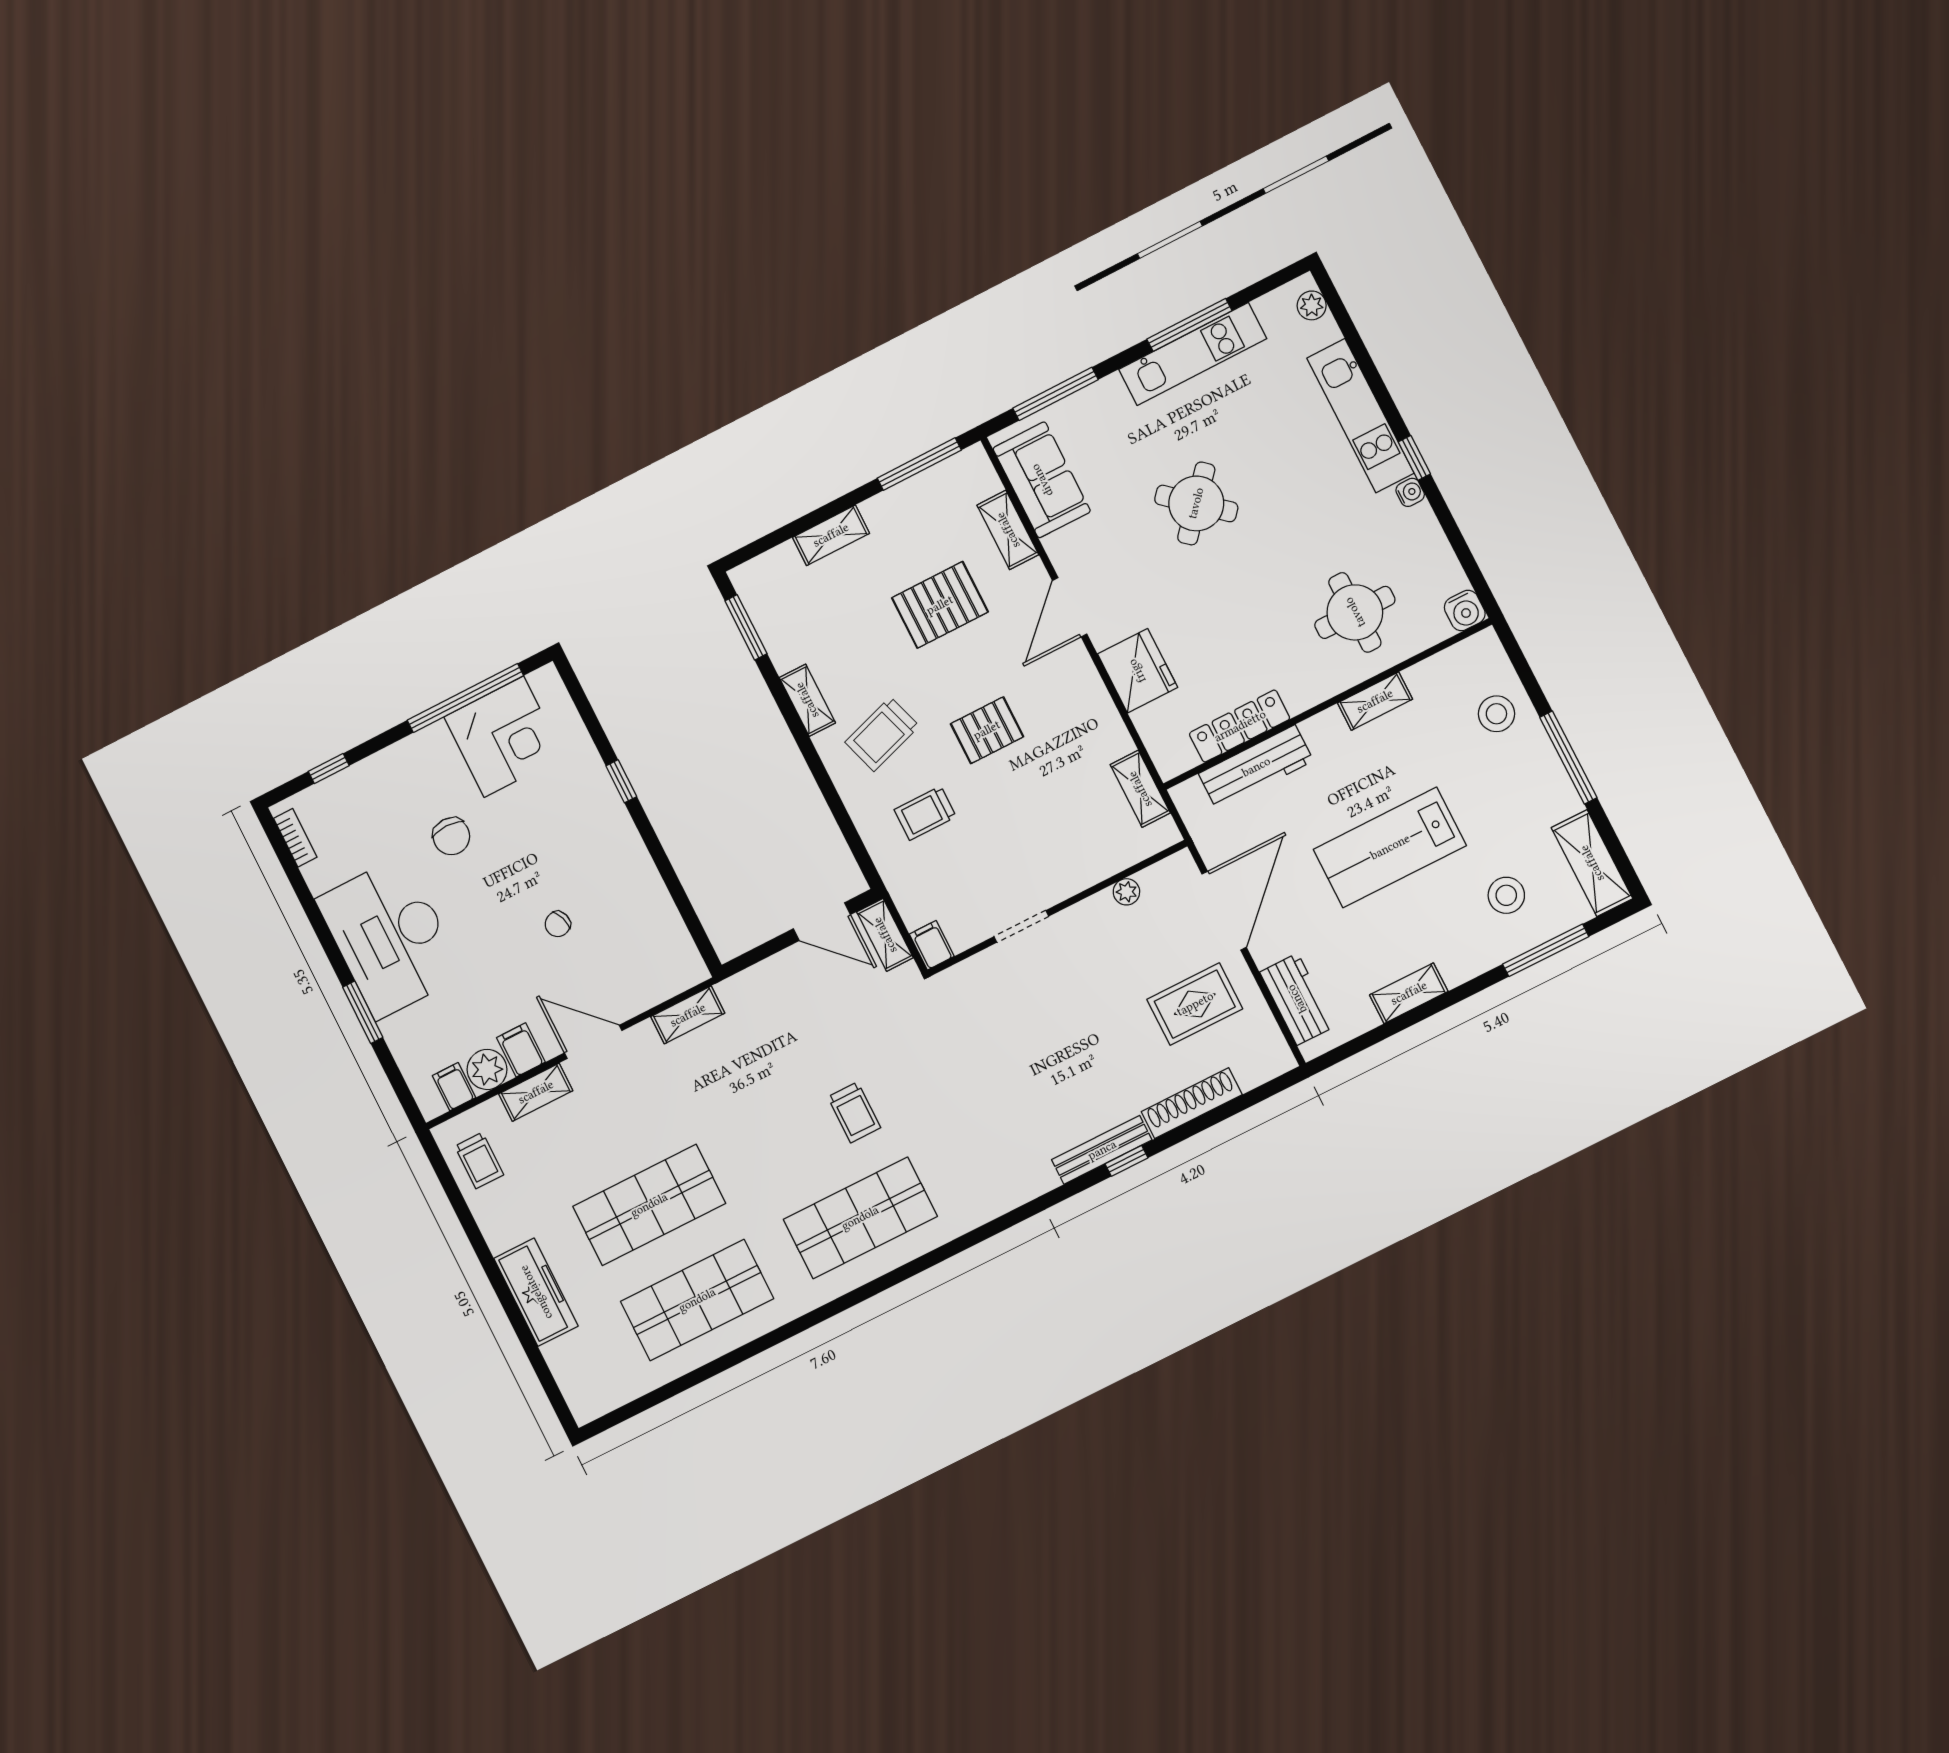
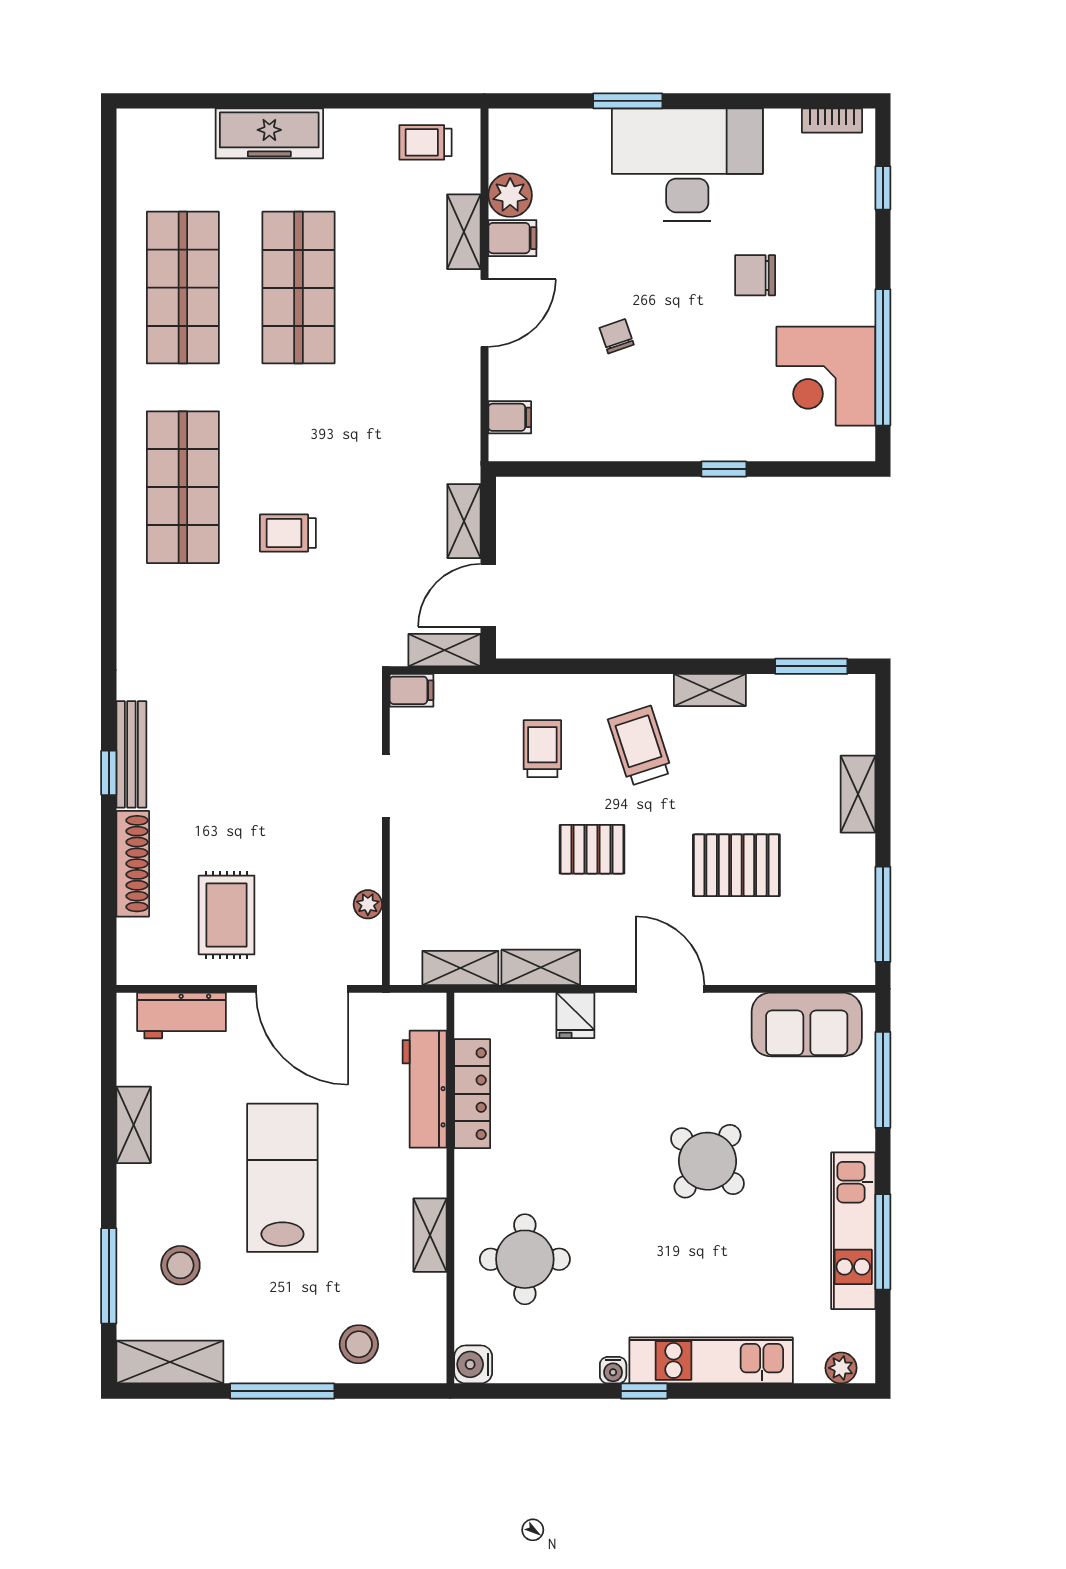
shelving: (1008, 530) -> (541, 967), moved
pallet: (940, 605) -> (736, 865), turned 90
fridge: (1137, 671) -> (575, 1015), width x0.53, depth x0.75
pallet: (987, 730) -> (592, 849), turned 90
shelving: (688, 1015) -> (464, 521), moved
filing cabinet: (454, 1087) -> (510, 417), moved

